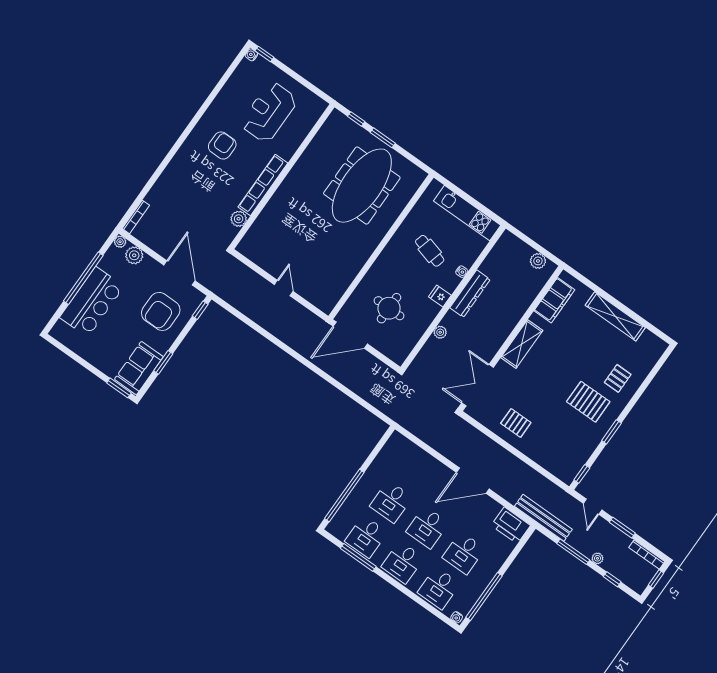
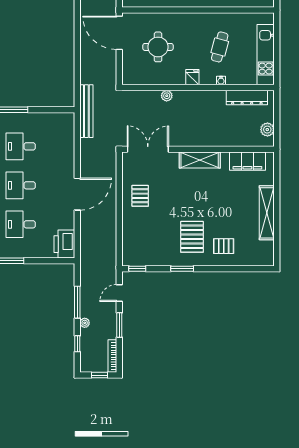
dresser: (470, 294) -> (247, 97), moved
door: (473, 481) -> (77, 194), swing flipped
bench: (543, 518) -> (86, 111), moved

